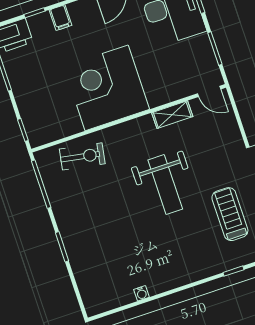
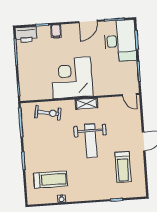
shelving: (172, 115) -> (86, 104), moved
treadmill: (230, 214) -> (123, 167), turned 180
treadmill: (115, 266) -> (51, 180), added

